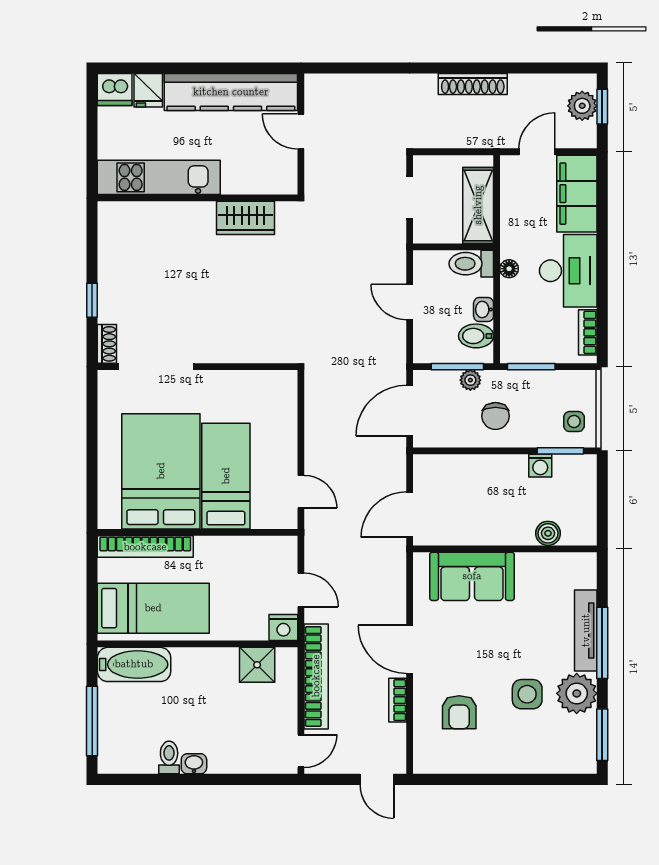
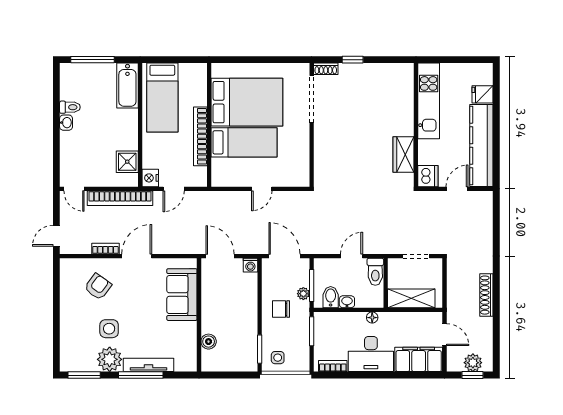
dishwasher: (115, 90) -> (428, 176), moved, turned 180
toilet: (471, 264) -> (375, 272), moved, turned 180
washing machine: (540, 466) -> (250, 265), moved, turned -90
door: (301, 492) -> (262, 189), moved
bookcase: (145, 547) -> (200, 136), moved
armchair: (459, 712) -> (98, 287), turned 126

